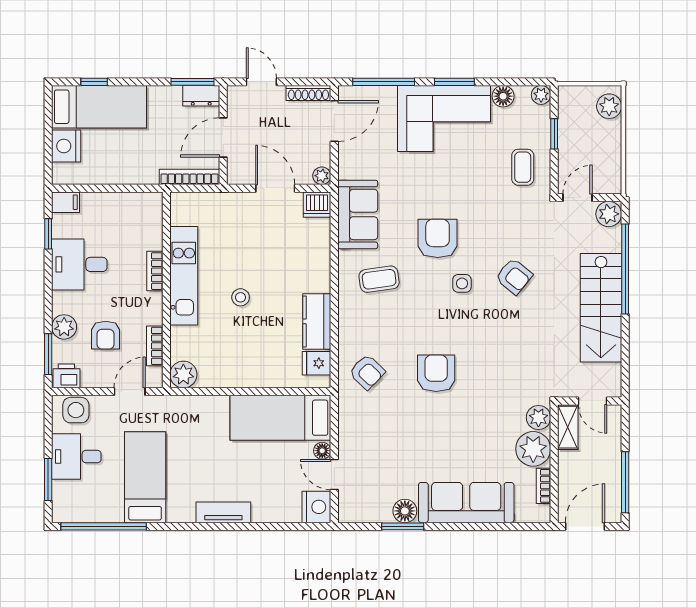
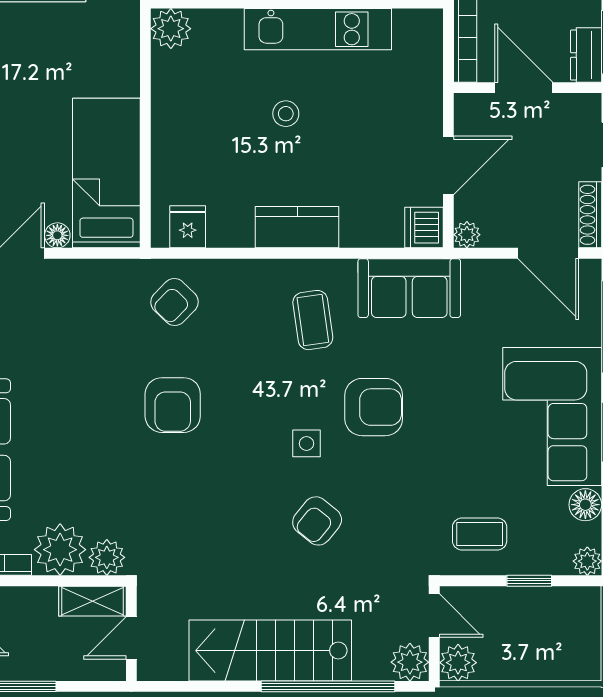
plant: (609, 106) -> (458, 663), moved
kitchen counter: (317, 321) -> (297, 227), moved
armchair: (436, 373) -> (173, 405), turned 90

